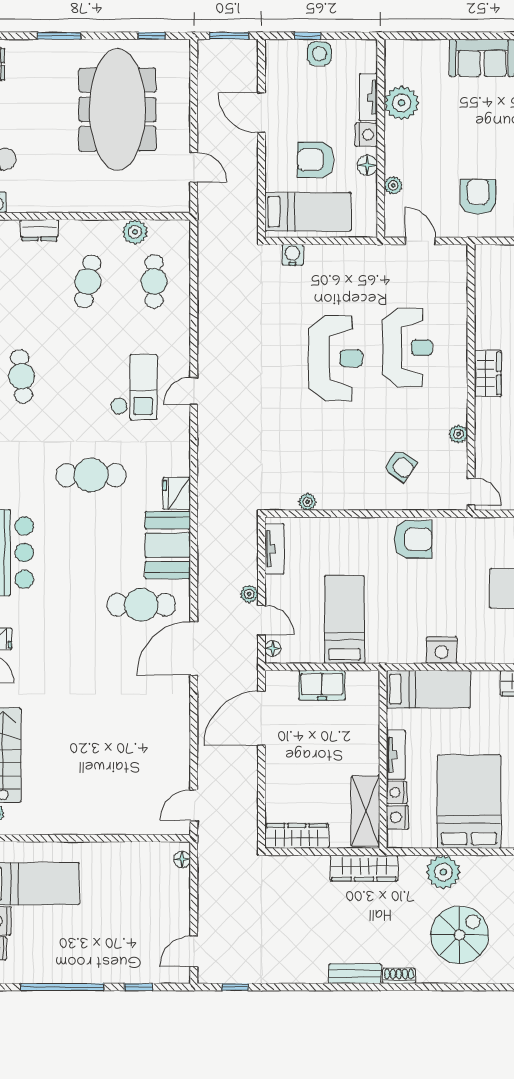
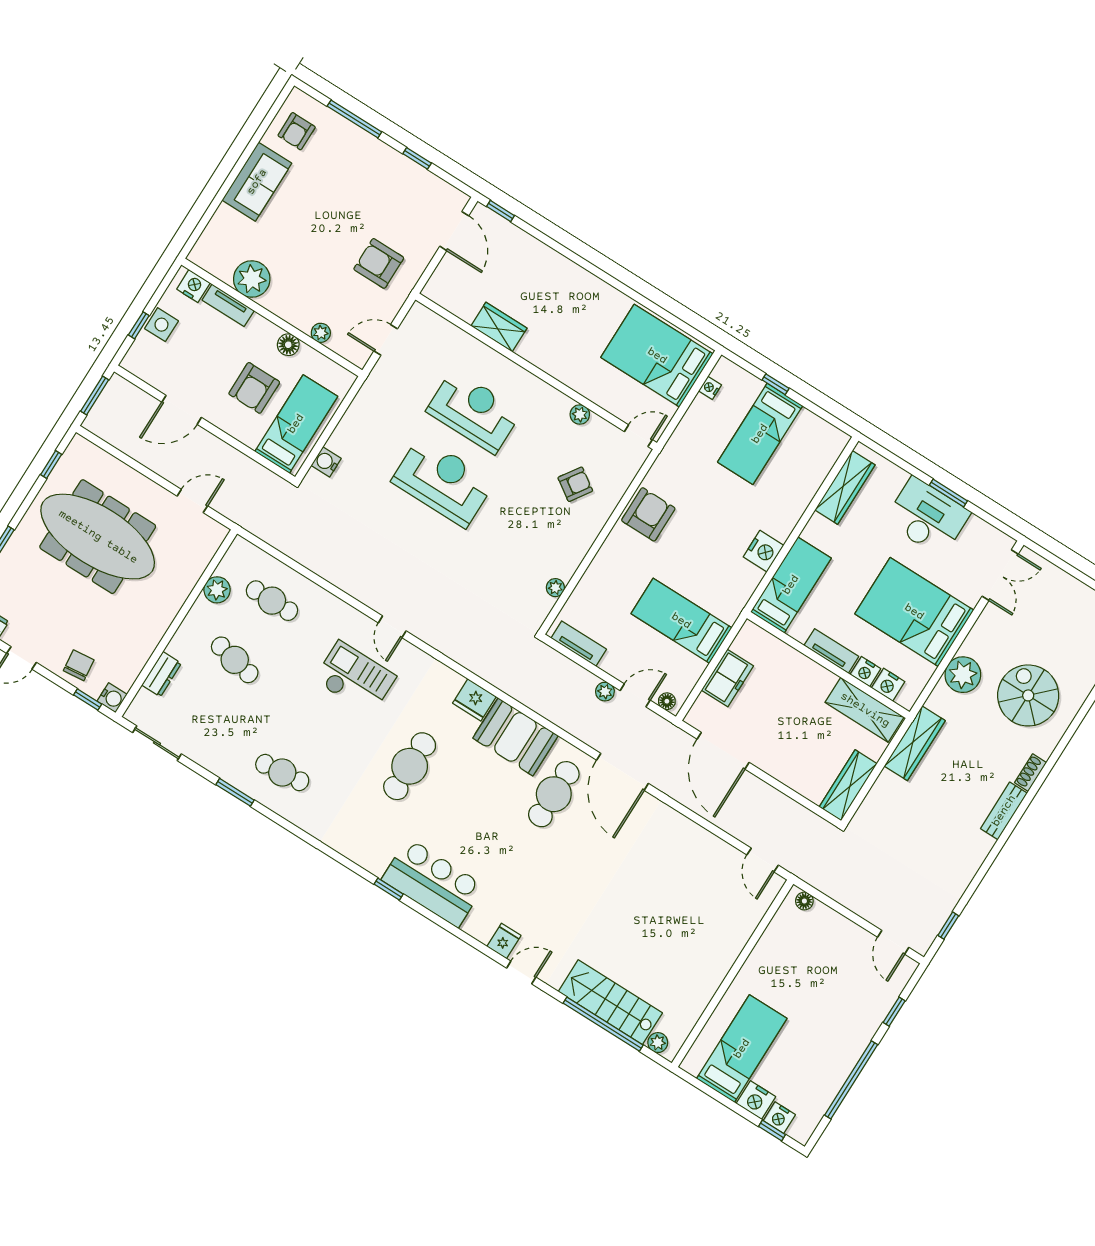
nightstand: (366, 135) -> (193, 286), moved
wardrobe: (488, 373) -> (499, 327), moved

